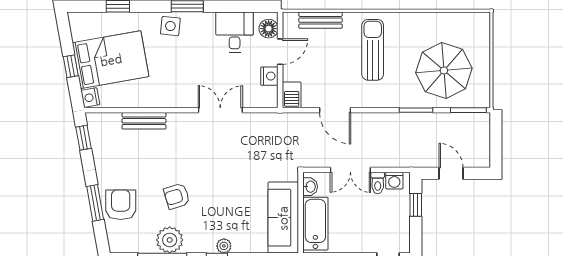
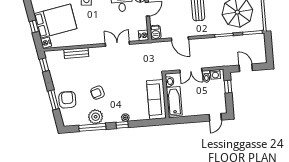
nightstand: (269, 76) -> (144, 35), moved

